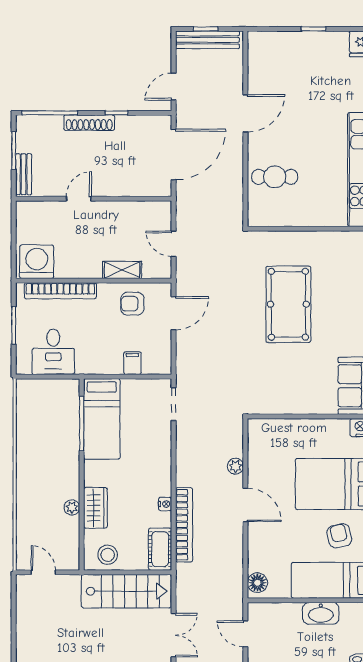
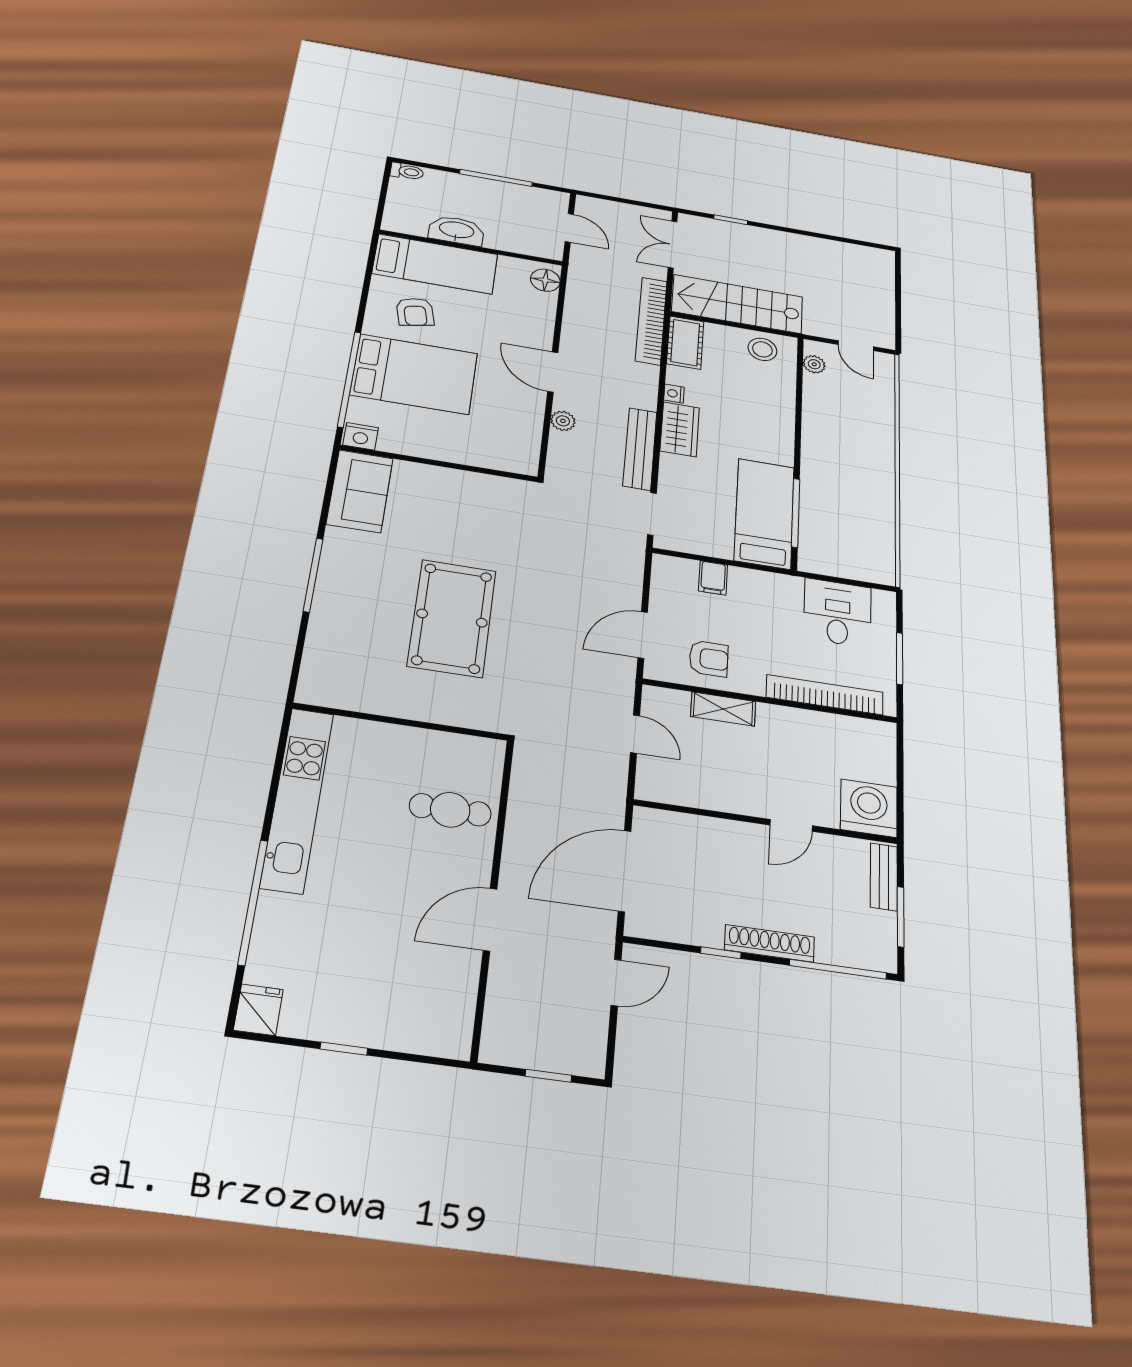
bench: (207, 40) -> (640, 449), moved, turned 90
washing machine: (37, 262) -> (869, 808), moved, turned 180
plant: (72, 507) -> (814, 364), moved
wardrobe: (95, 508) -> (680, 429), moved, turned 180
bookcase: (184, 525) -> (651, 321), moved

